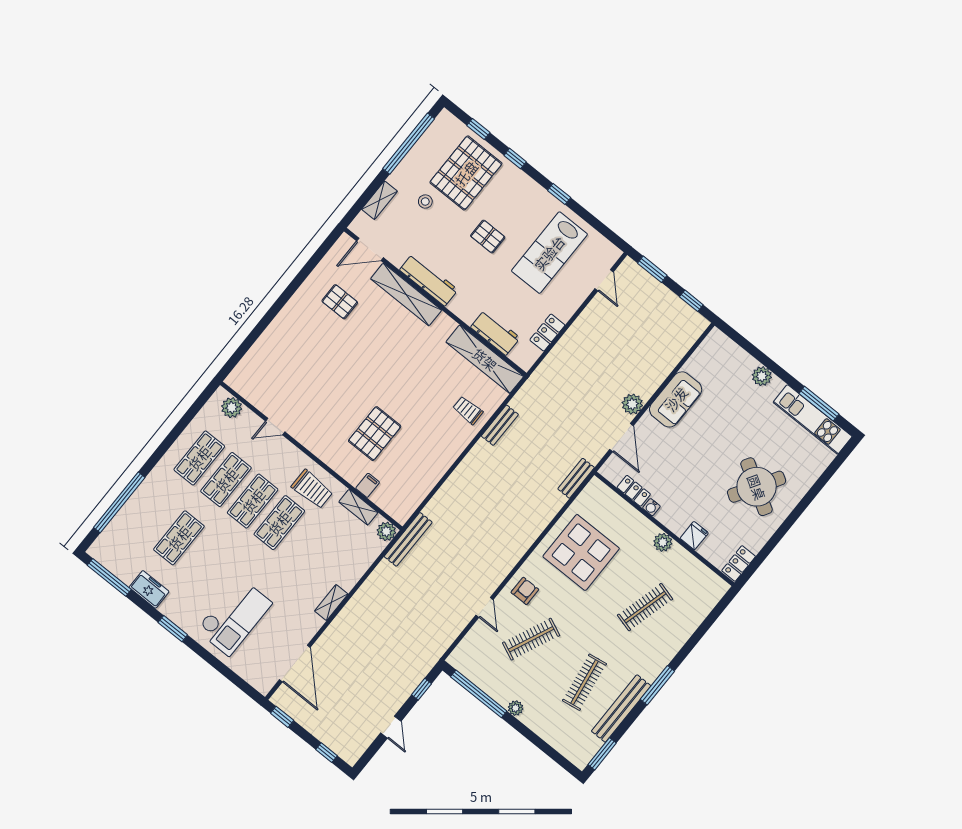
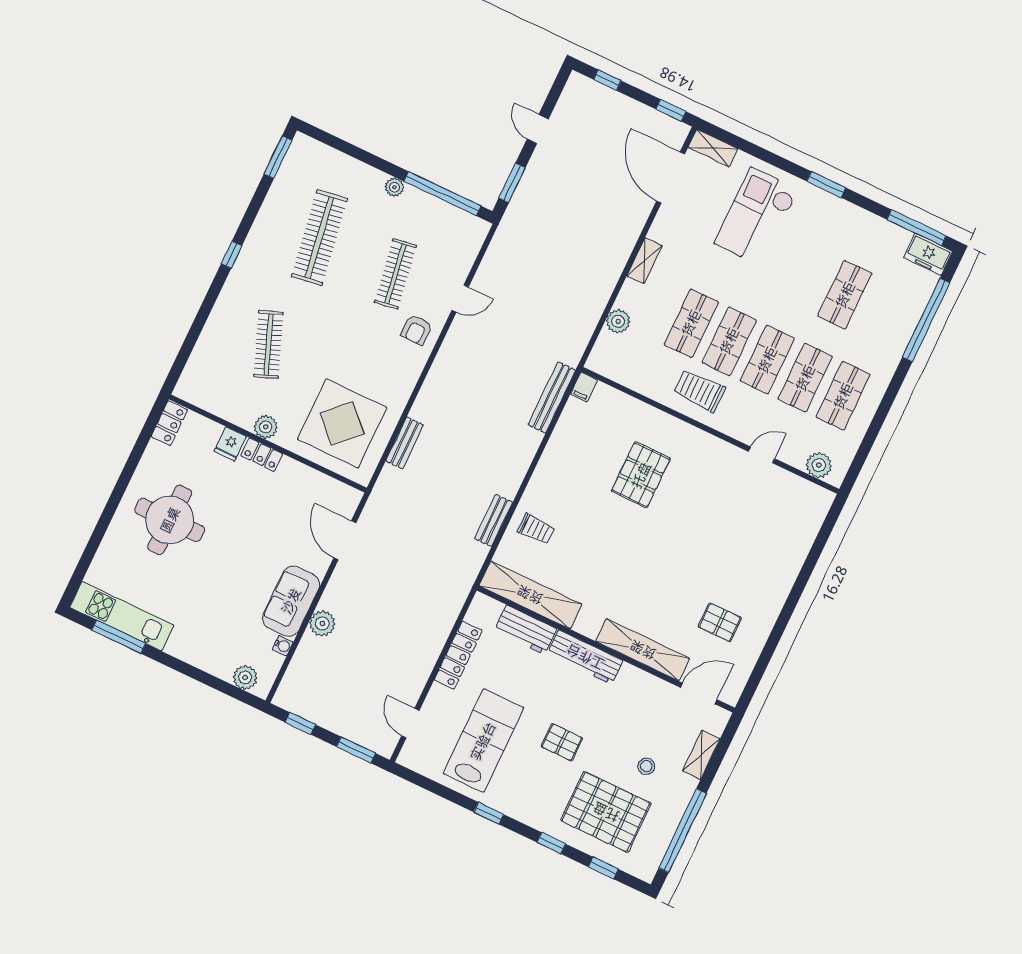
pallet: (466, 173) -> (606, 812), turned 90
workbench: (429, 280) -> (585, 657), moved
locker: (547, 333) -> (458, 655), width x1.53
plant: (762, 376) -> (245, 677), moved
plant: (632, 404) -> (322, 623), moved
bench: (576, 478) -> (405, 443), moved
filing cabinet: (368, 485) -> (584, 387), moved
round table: (757, 487) -> (170, 520), turned -31
locker: (634, 491) -> (262, 455), moved
shelving: (358, 507) -> (713, 148), moved
water cooler: (651, 507) -> (283, 646), moved, turned 90
plant: (386, 531) -> (618, 321), moved
bench: (408, 539) -> (552, 398), moved
shop shelf: (306, 544) -> (691, 323), added
display table: (581, 552) -> (342, 423), moved
freezer: (149, 589) -> (928, 254), moved
door: (485, 607) -> (460, 299), swing flipped
clothes rail: (645, 607) -> (268, 344), turned -36
clothes rail: (531, 639) -> (395, 274), turned -33
clothes rail: (584, 682) -> (319, 238), width x1.37, depth x1.31
window: (657, 685) -> (231, 255), width x0.46
window: (421, 689) -> (512, 183), width x1.50
bench: (621, 708) -> (268, 217), removed

